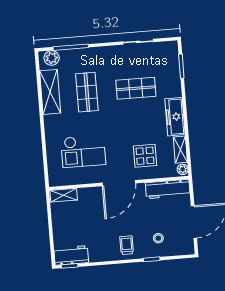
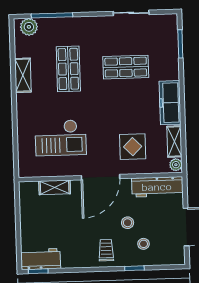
shelving: (50, 92) -> (23, 75), width x0.67, depth x0.75
shelving: (64, 195) -> (55, 187), moved
stool: (144, 221) -> (128, 223), added

